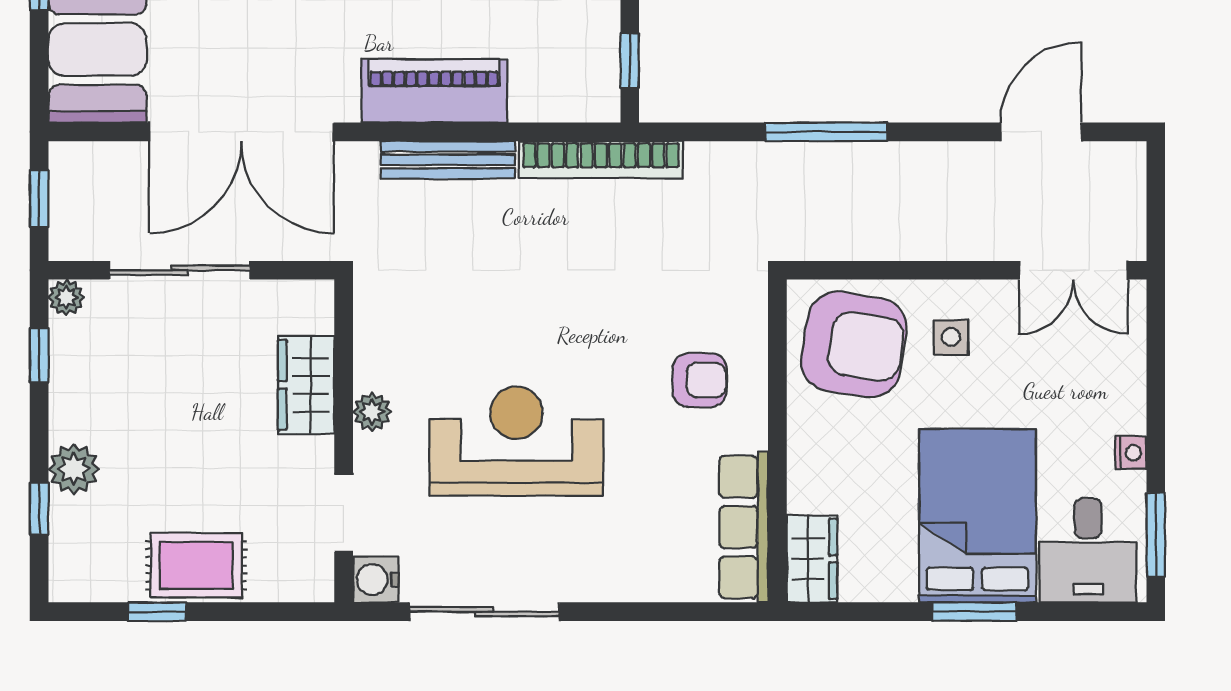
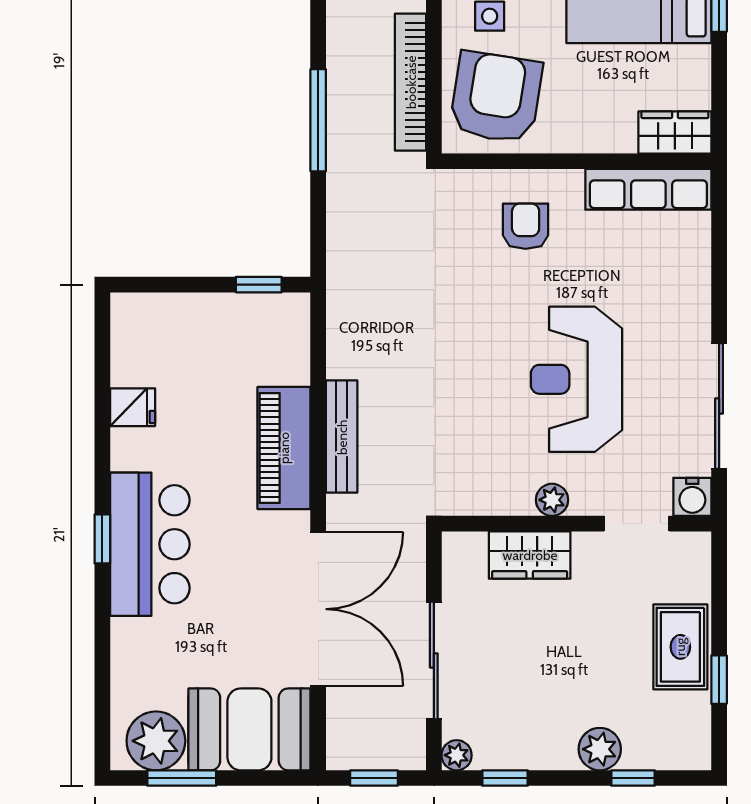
bookcase: (601, 160) -> (411, 82), moved, turned 180

